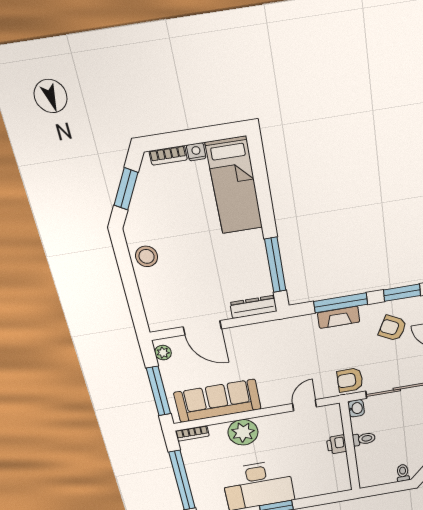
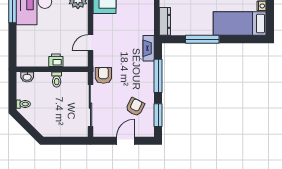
window: (275, 265) -> (202, 39), moved
fireplace: (339, 317) -> (149, 48), moved
door: (305, 405) -> (90, 43), swing flipped
washbasin: (356, 408) -> (27, 77), moved

